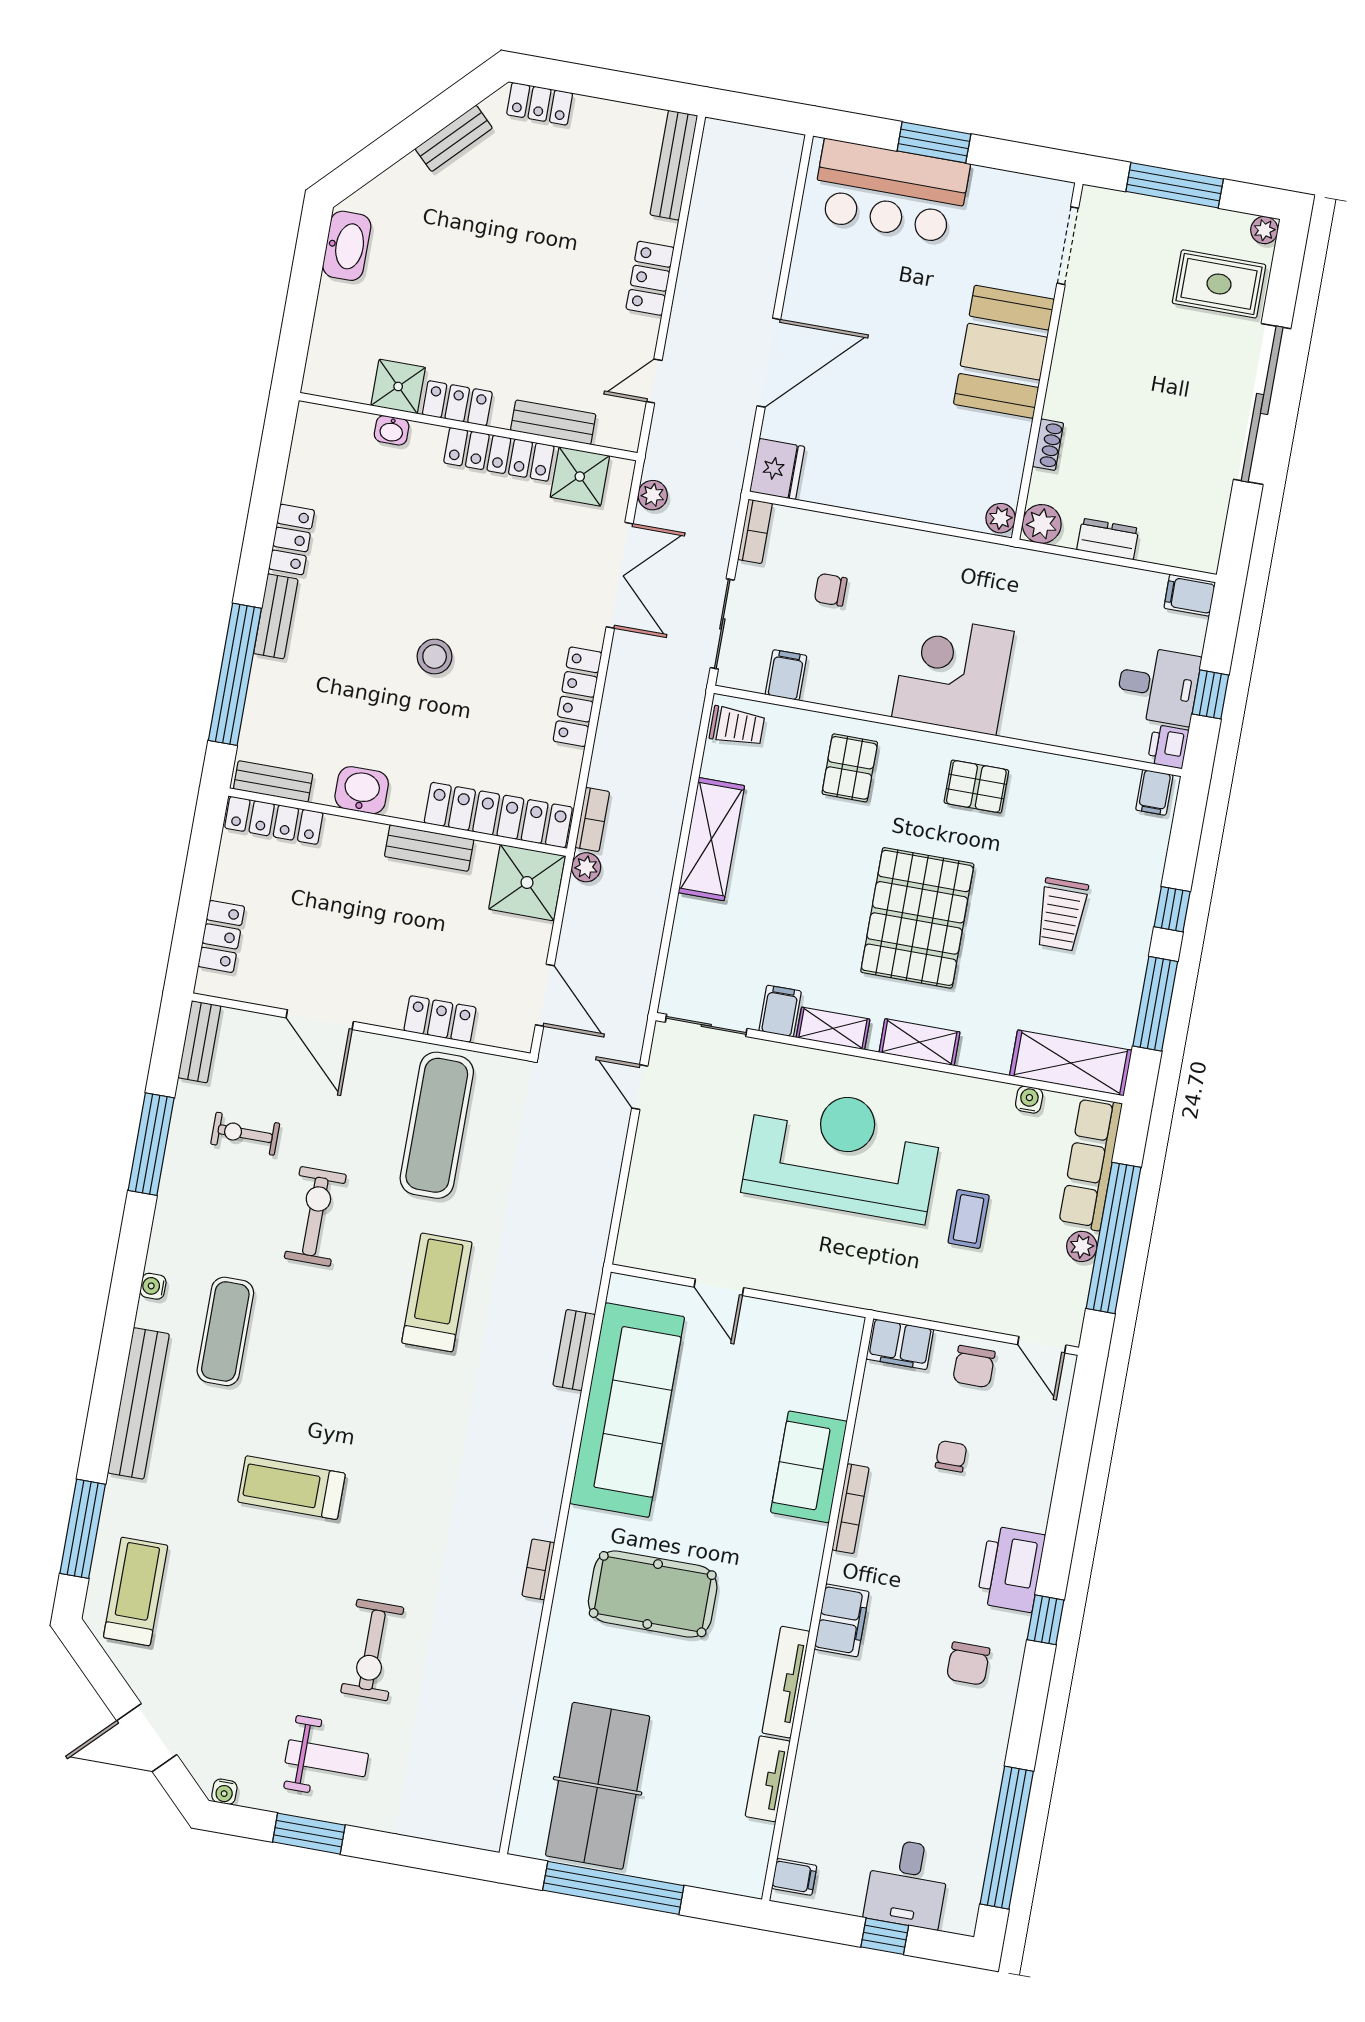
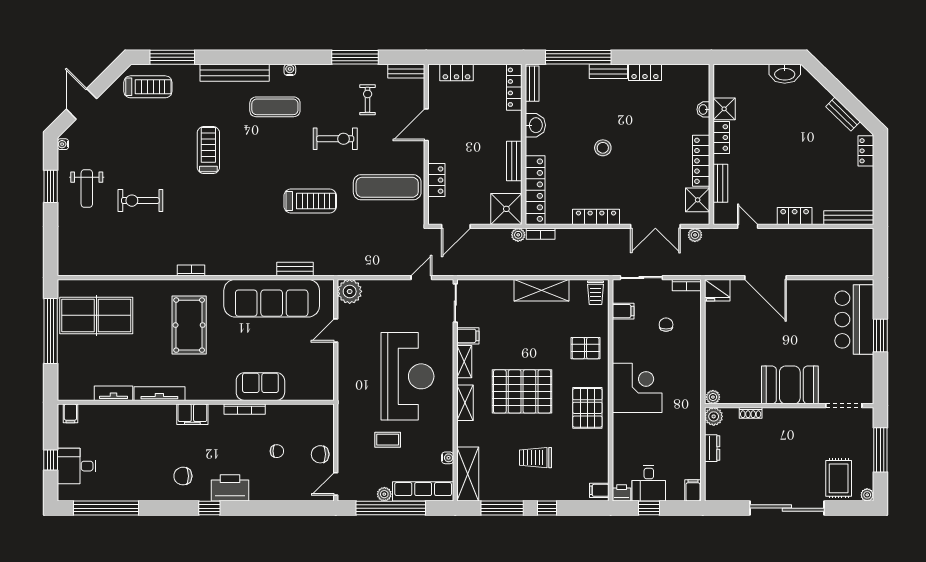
pallet: (976, 786) -> (587, 408), width x1.50, depth x1.42
plant: (642, 1243) -> (350, 291), added
filing cabinet: (900, 1344) -> (324, 418), removed

